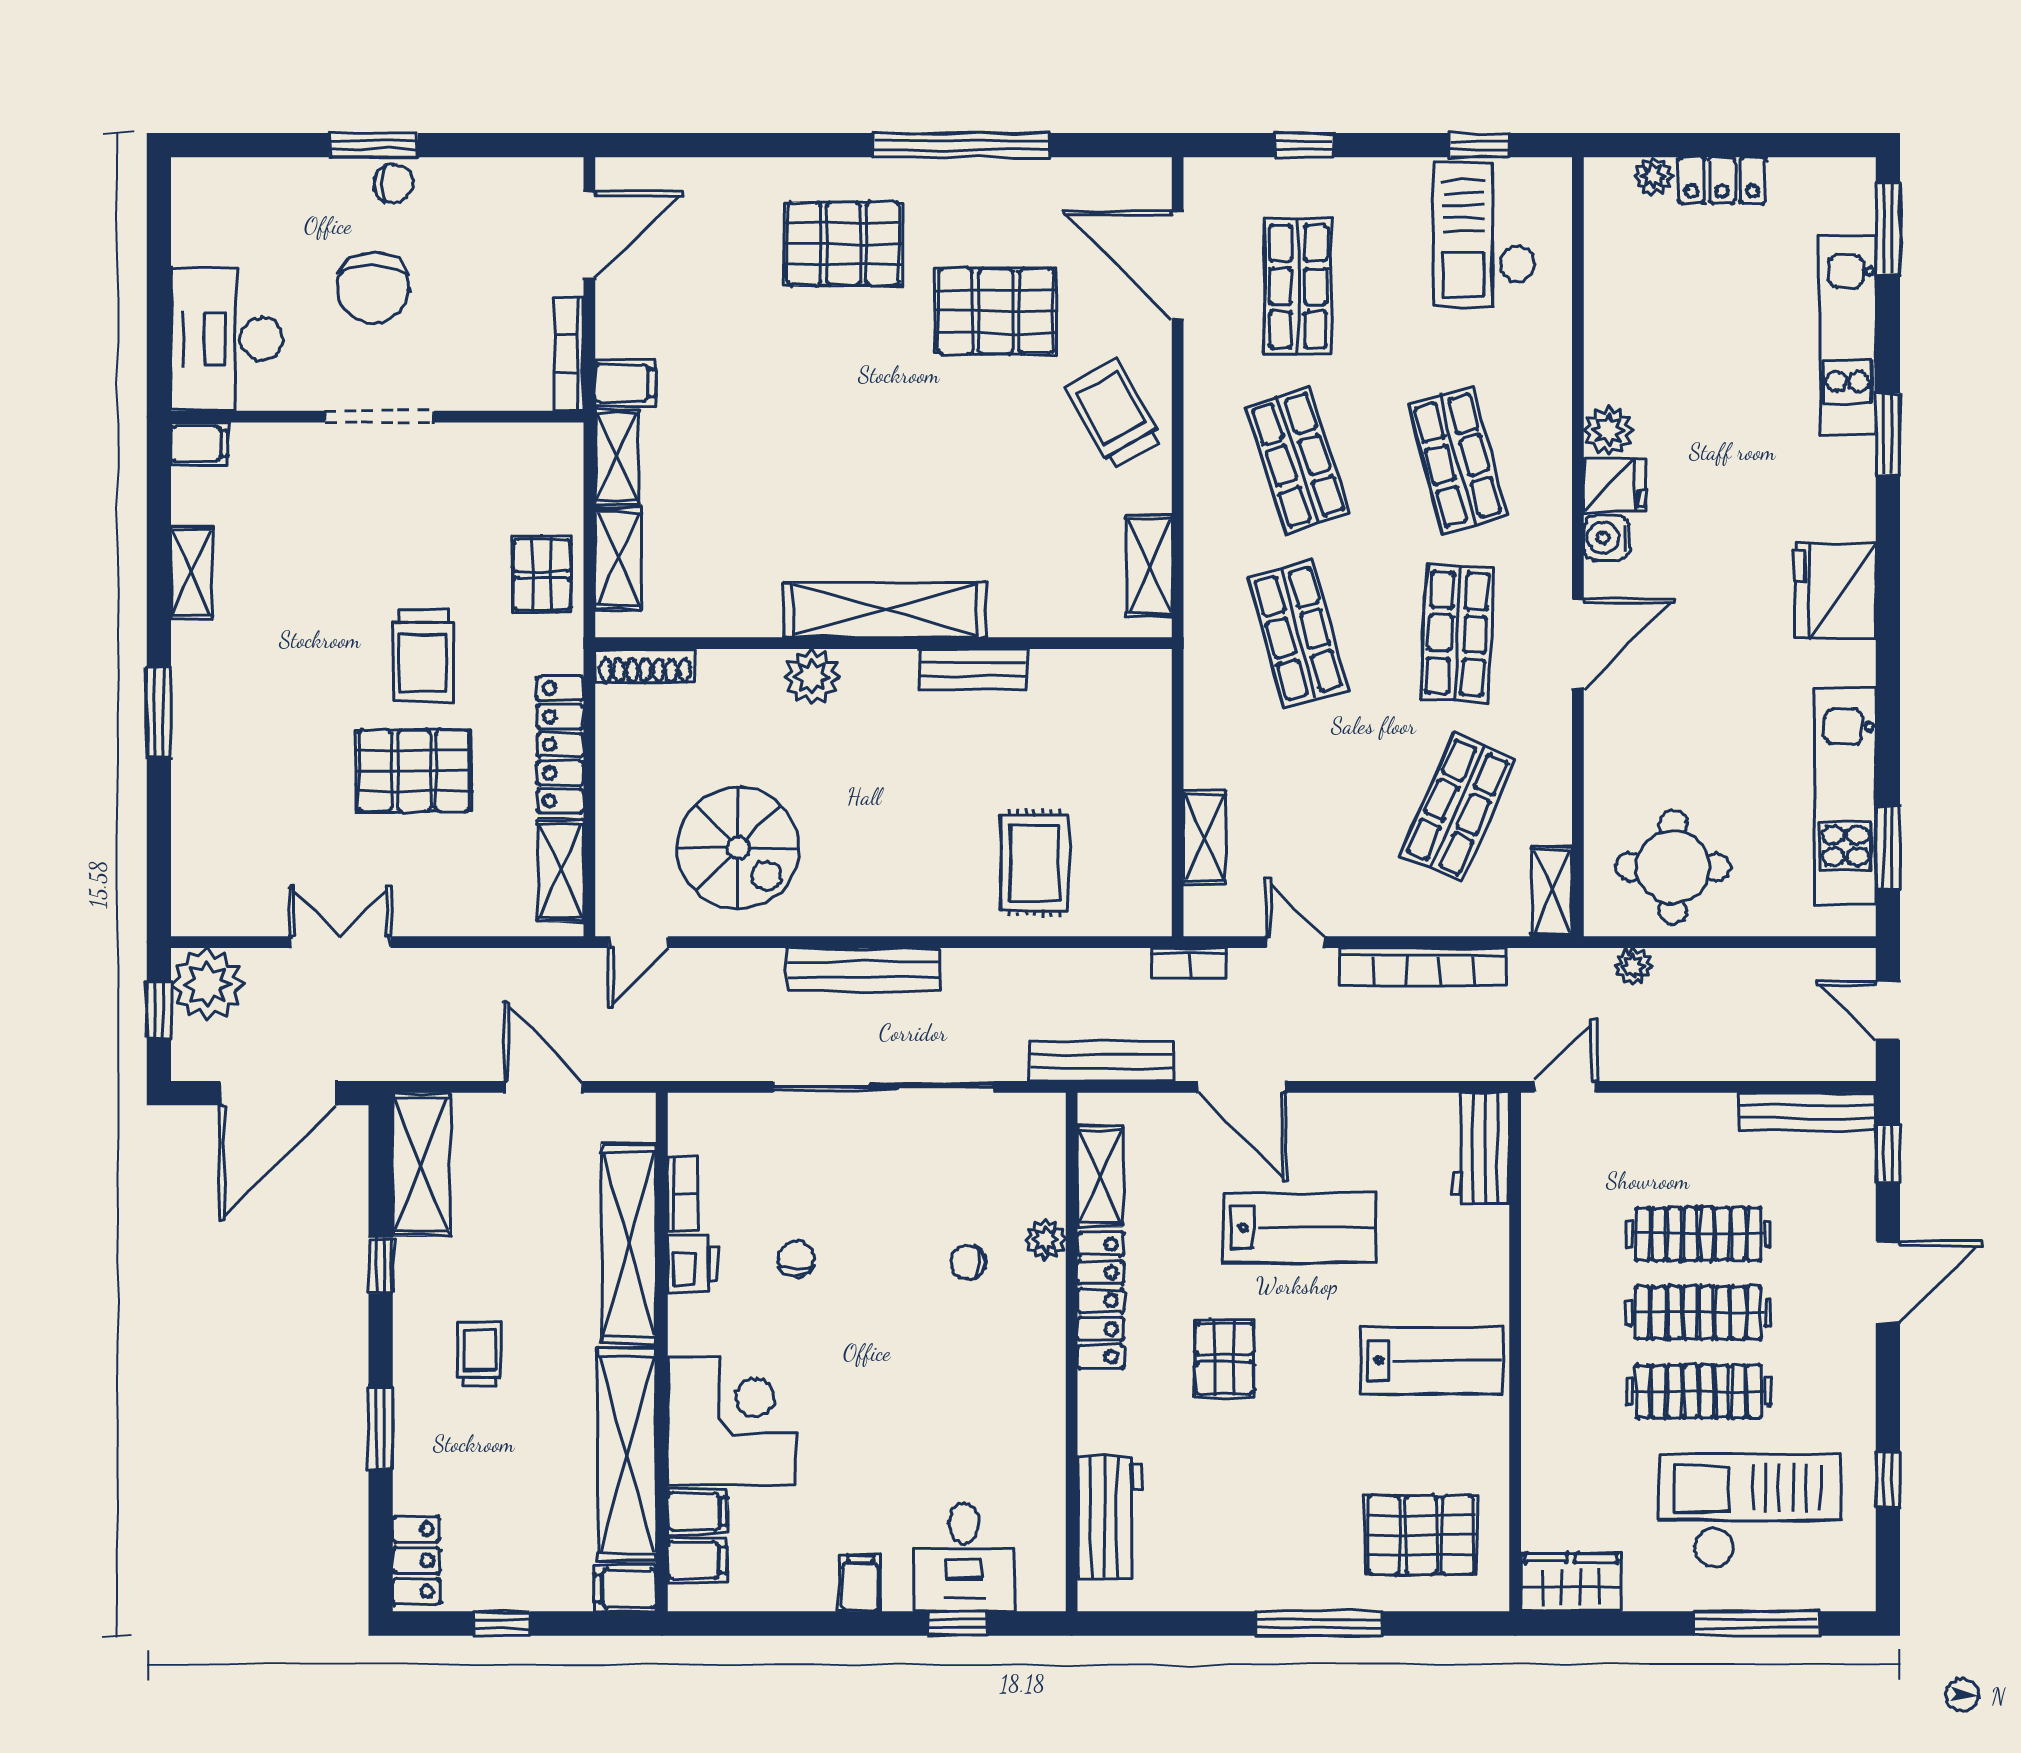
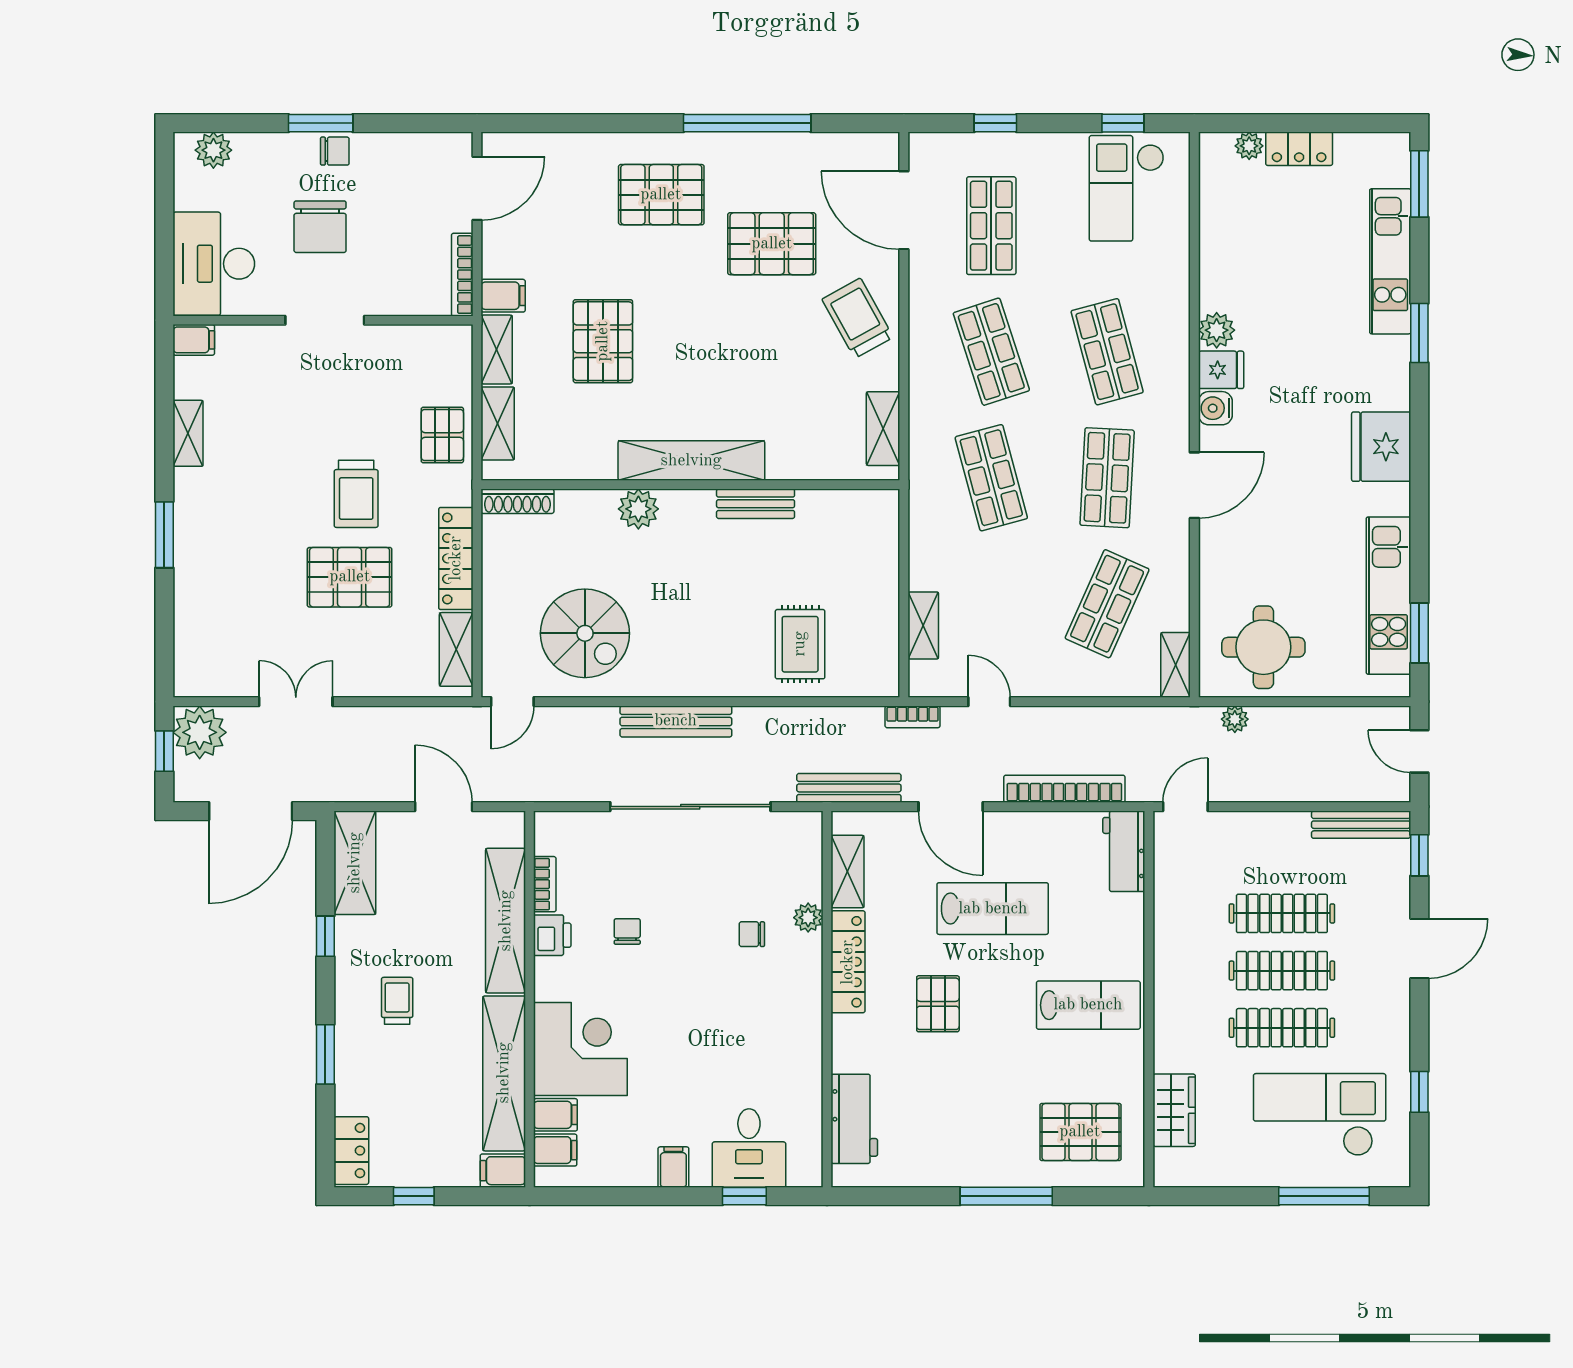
plant: (226, 182) -> (213, 150), added
pallet: (763, 445) -> (603, 341), added
bookcase: (1423, 967) -> (1064, 789), moved, turned 180
wardrobe: (1571, 1582) -> (1174, 1110), moved, turned 90

